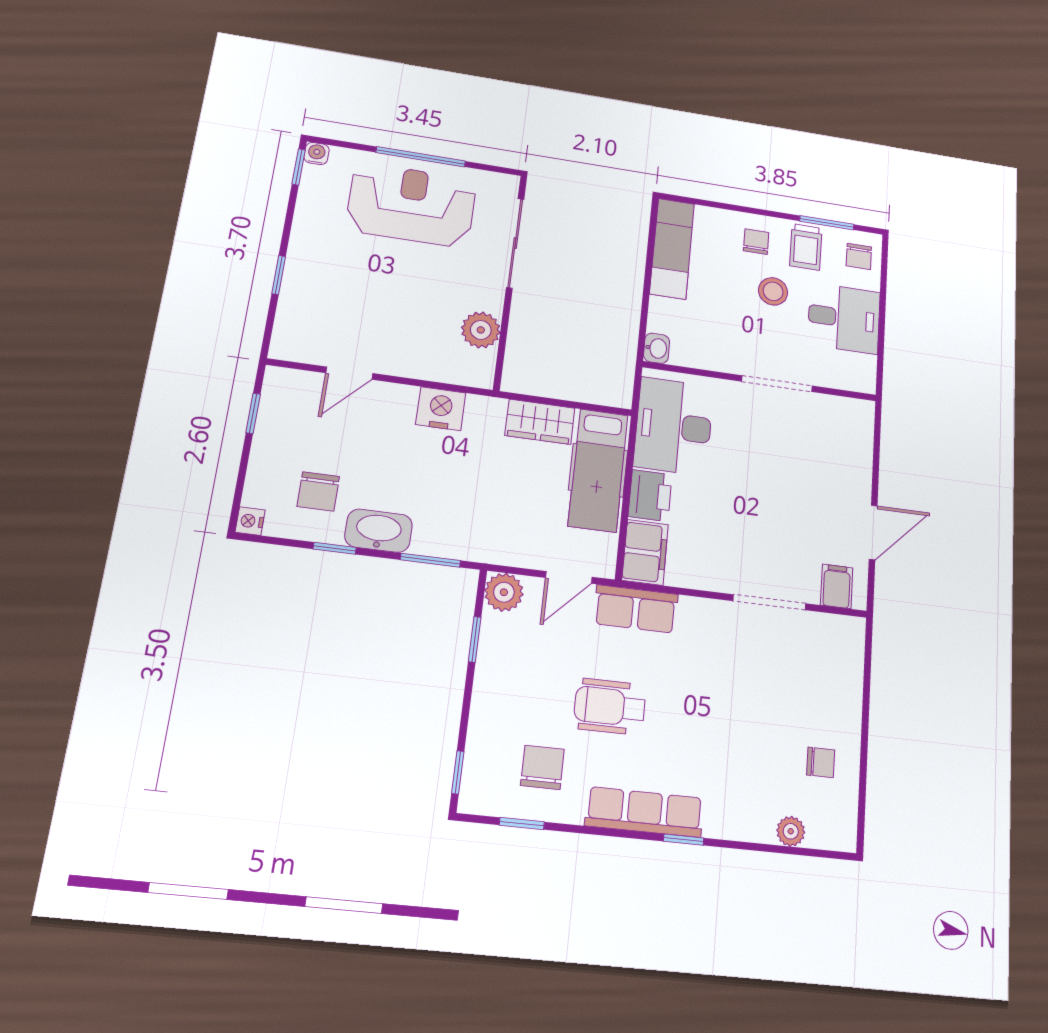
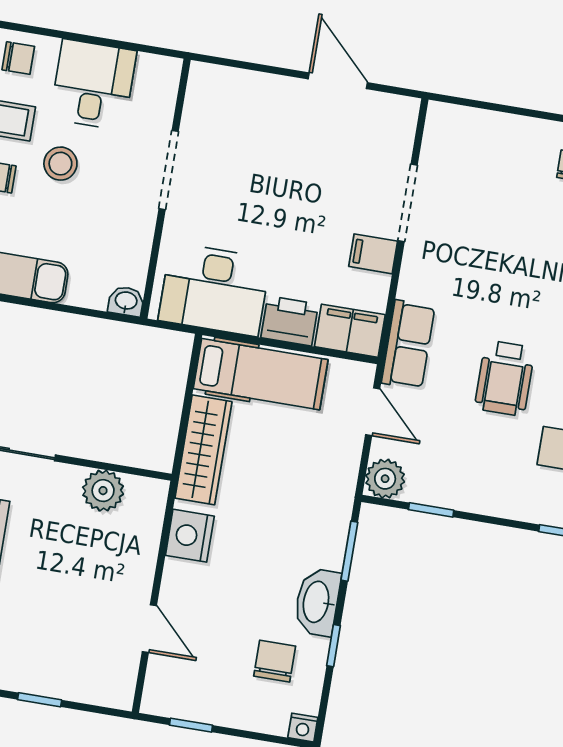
wardrobe: (540, 422) -> (203, 450), width x1.50
chair: (318, 491) -> (275, 661), turned -90
filing cabinet: (837, 586) -> (373, 254), moved

